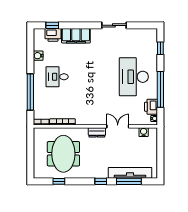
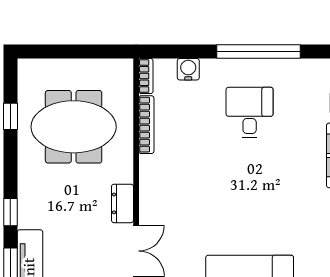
water cooler: (38, 56) -> (188, 69), moved
window: (30, 92) -> (258, 52), moved

